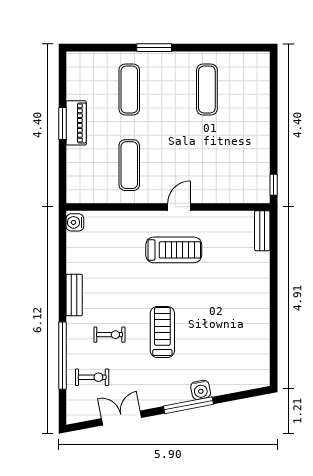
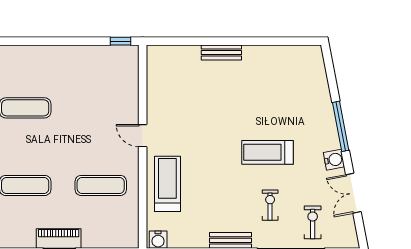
bench: (262, 231) -> (221, 53), moved
treadmill: (174, 250) -> (167, 184), moved
water cooler: (201, 390) -> (334, 160), moved

